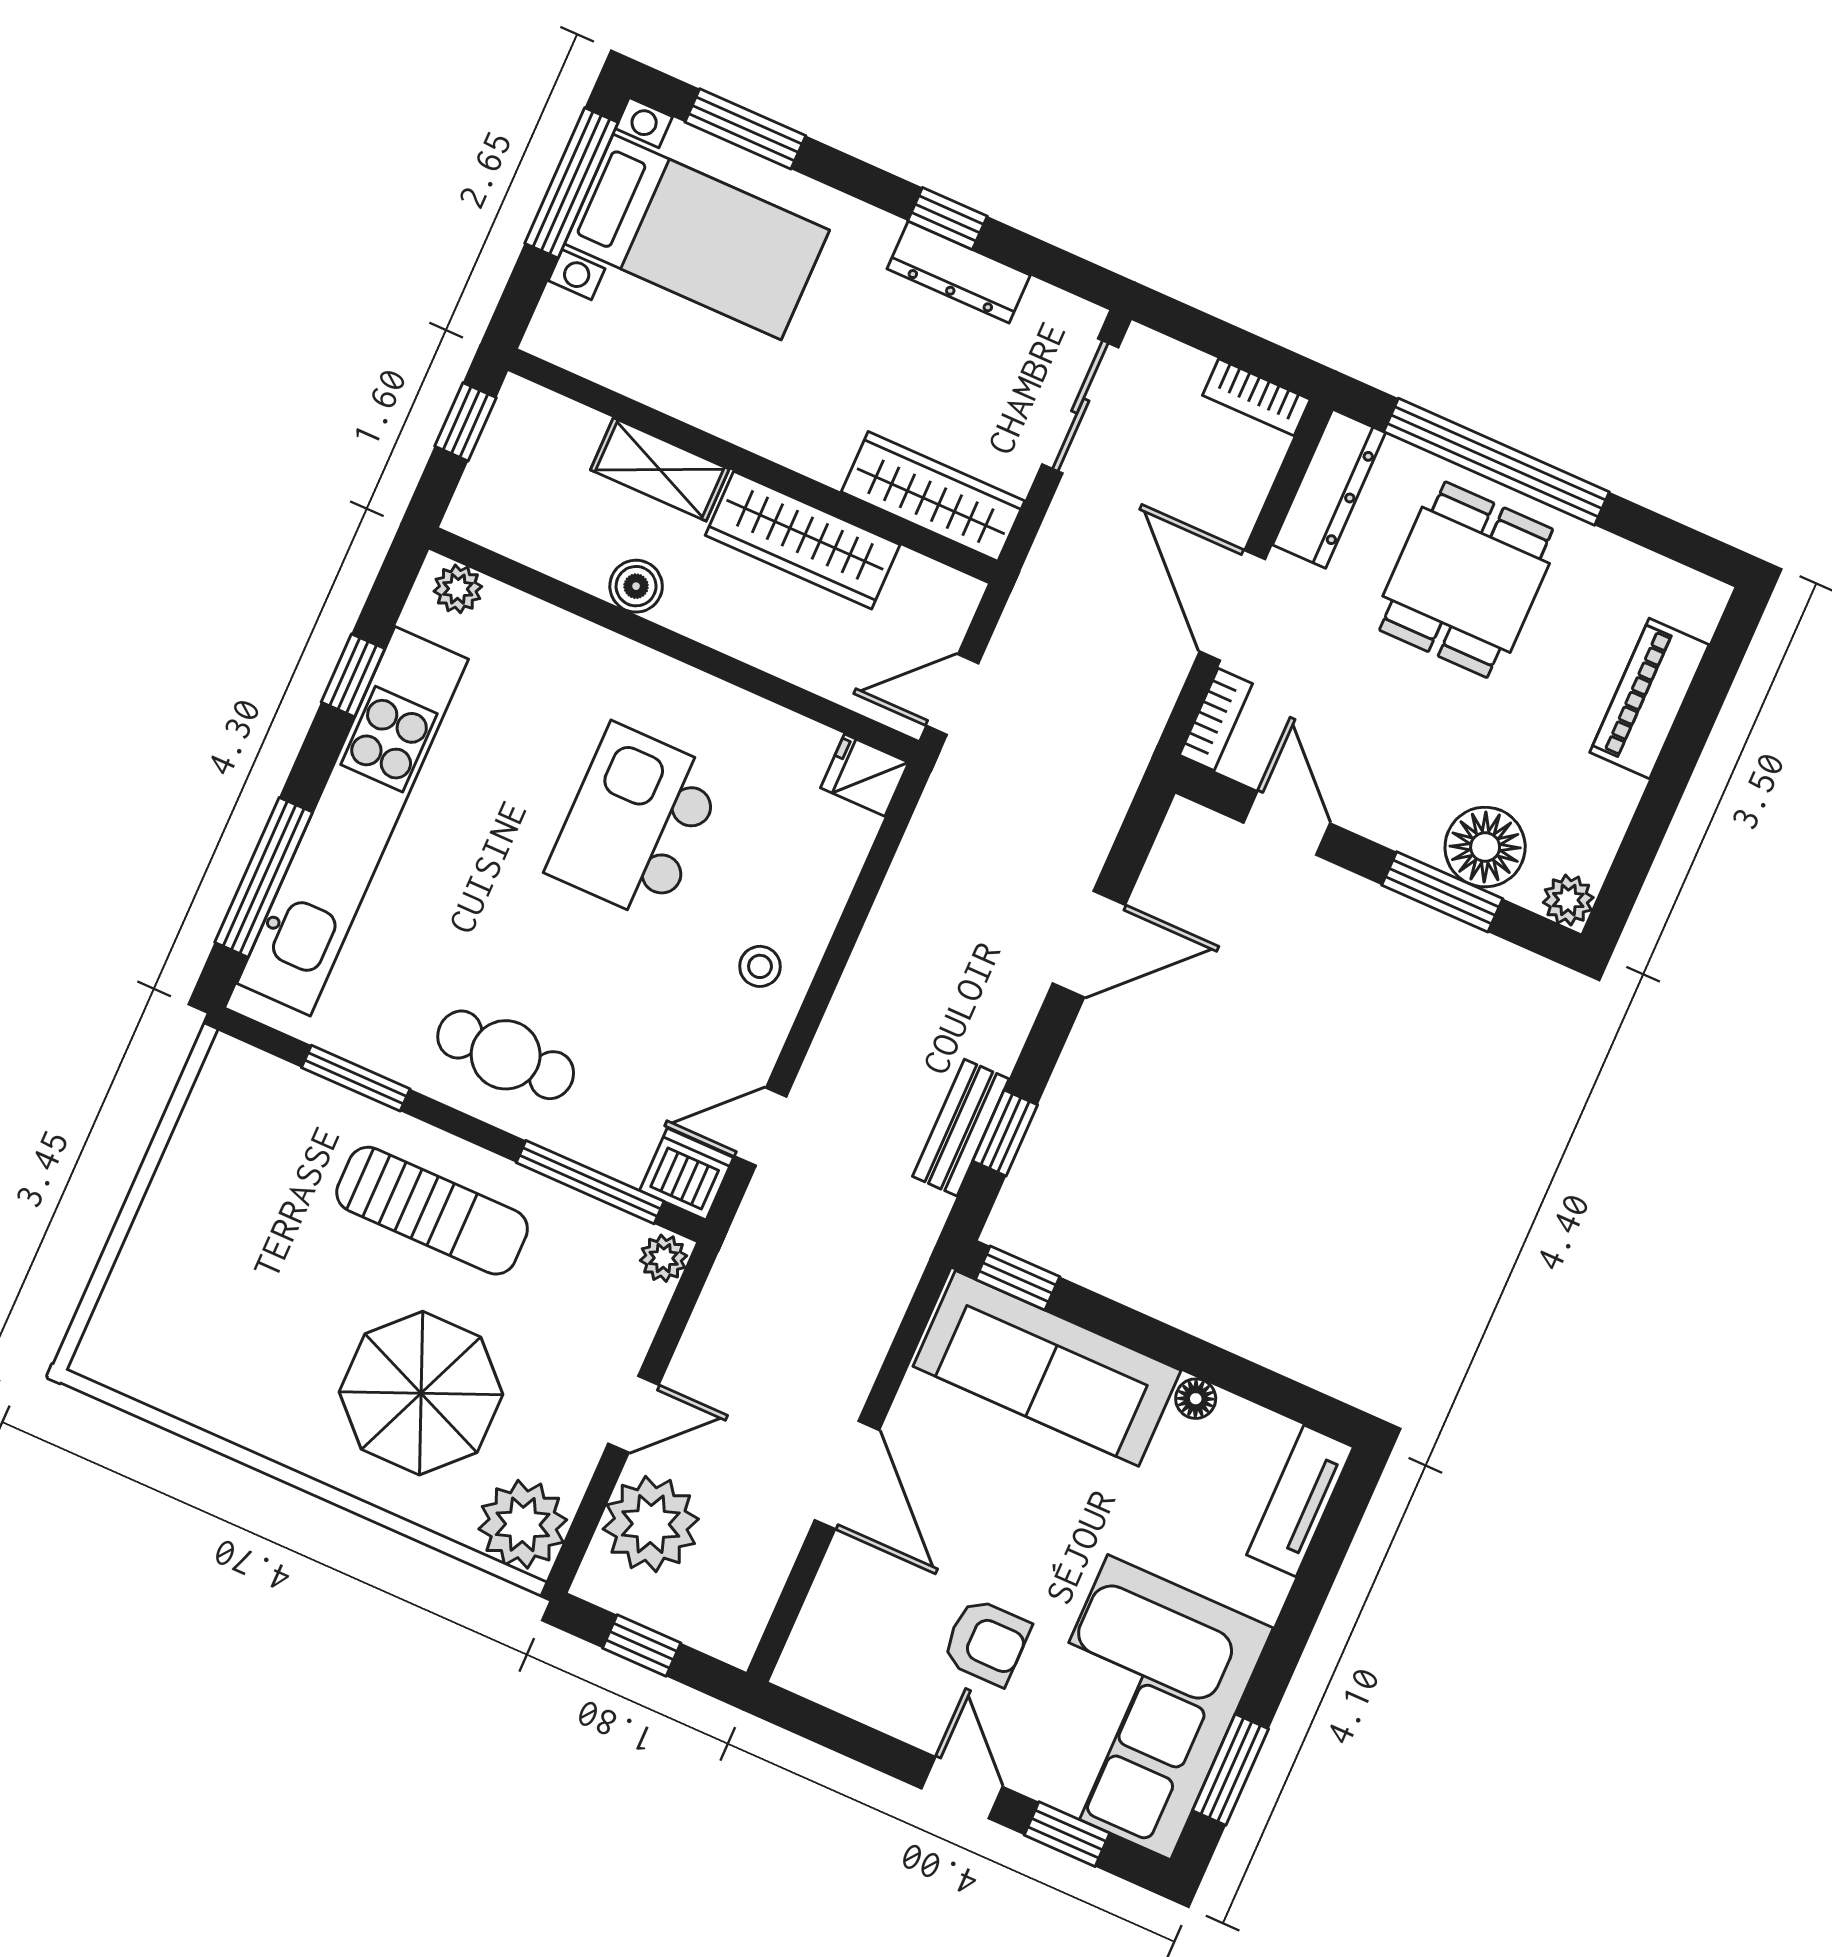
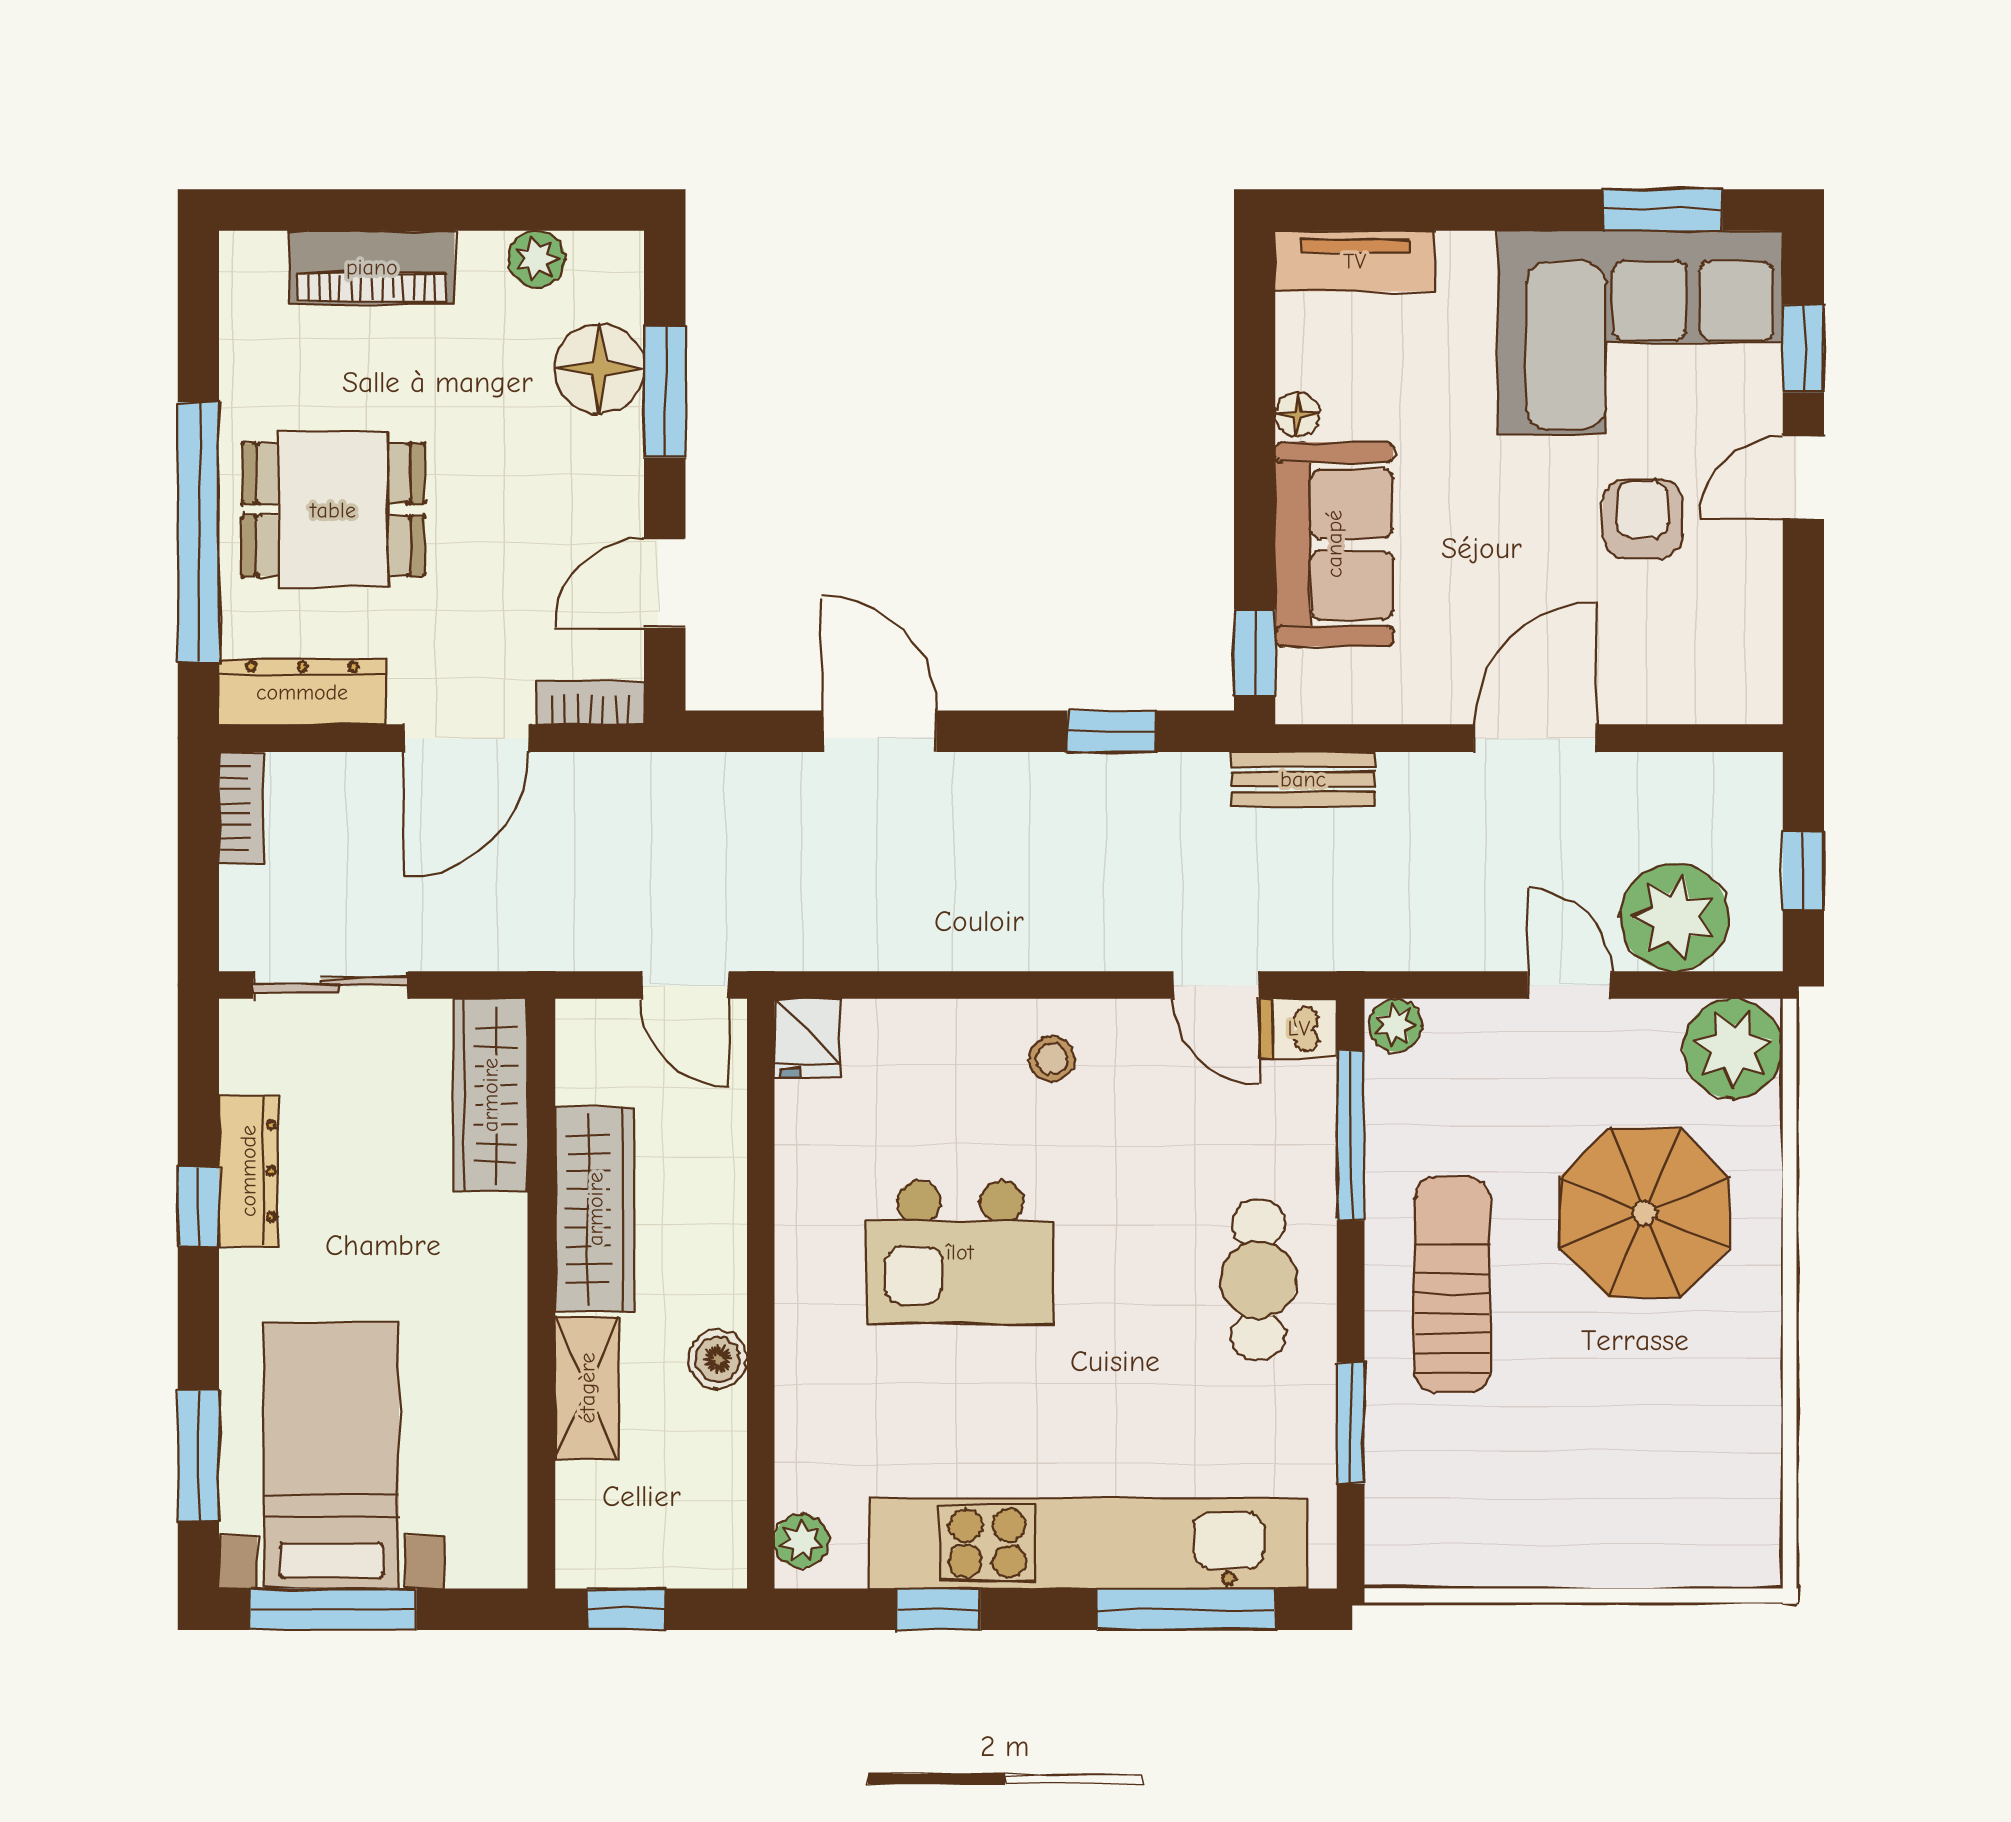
plant: (1568, 900) -> (537, 259), moved
bench: (961, 1128) -> (1303, 779), moved
dishwasher: (687, 1174) -> (1299, 1028), width x0.73
sofa: (1047, 1368) -> (1334, 544), width x0.73

